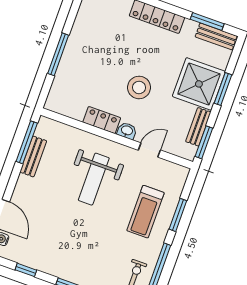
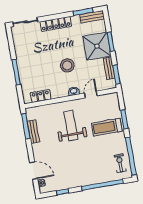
locker: (102, 120) -> (41, 96), moved
weight bench: (94, 179) -> (71, 126), turned 180
treadmill: (145, 212) -> (107, 127), turned 90

